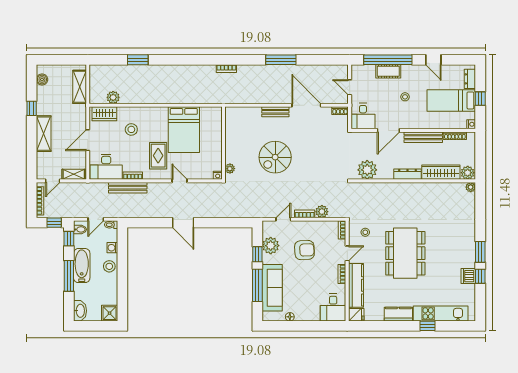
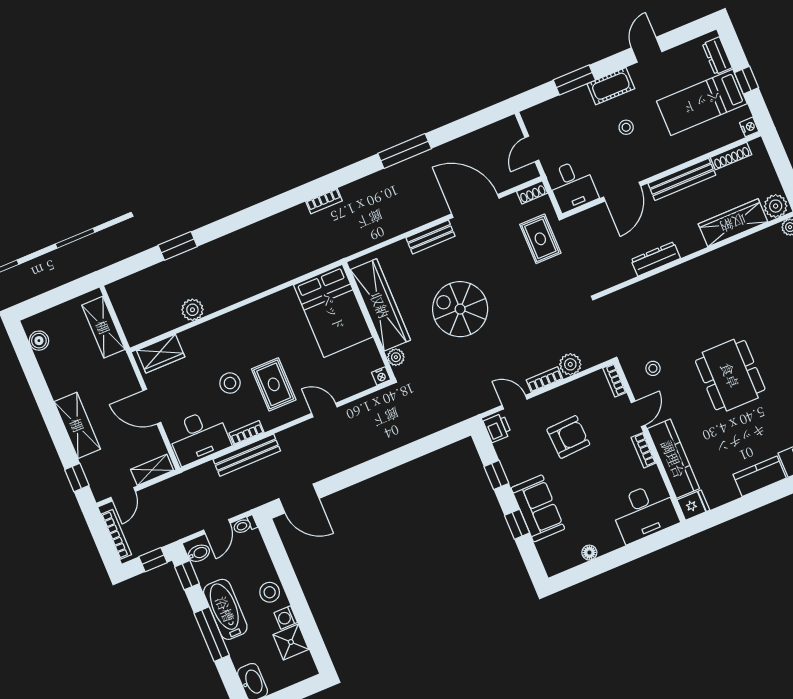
window: (388, 60) -> (574, 80), width x0.47
door: (433, 60) -> (647, 50), swing flipped
cot: (388, 71) -> (611, 86), moved
door: (350, 87) -> (532, 149), hinge flipped
plant: (113, 97) -> (192, 310), moved
window: (32, 108) -> (77, 478), moved
stool: (131, 129) -> (230, 383), moved
bed: (184, 130) -> (333, 311), moved
wardrobe: (233, 137) -> (380, 305), added
rug: (334, 137) -> (540, 239), added
door: (88, 140) -> (152, 407), hinge flipped
spiral stairs: (275, 157) -> (460, 309), turned 90
plant: (367, 170) -> (615, 268), removed
dresser: (408, 174) -> (656, 259), moved
door: (283, 219) -> (514, 402), hinge flipped
door: (183, 223) -> (299, 499), moved
printer: (268, 229) -> (497, 428), added
plant: (271, 246) -> (512, 452), removed
washing machine: (112, 248) -> (286, 618), moved
dining table: (405, 253) -> (730, 375), width x0.73, depth x0.80
window: (257, 285) -> (517, 524), width x0.46
sofa: (272, 288) -> (538, 508), width x0.73
desk: (333, 308) -> (644, 512), width x1.37
shower: (110, 313) -> (291, 642), moved

